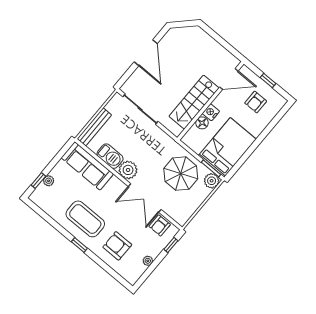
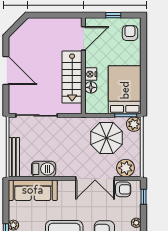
armchair: (256, 102) -> (130, 33), moved, turned 180
plant: (128, 170) -> (126, 168), moved
armchair: (160, 225) -> (123, 189), turned -90

